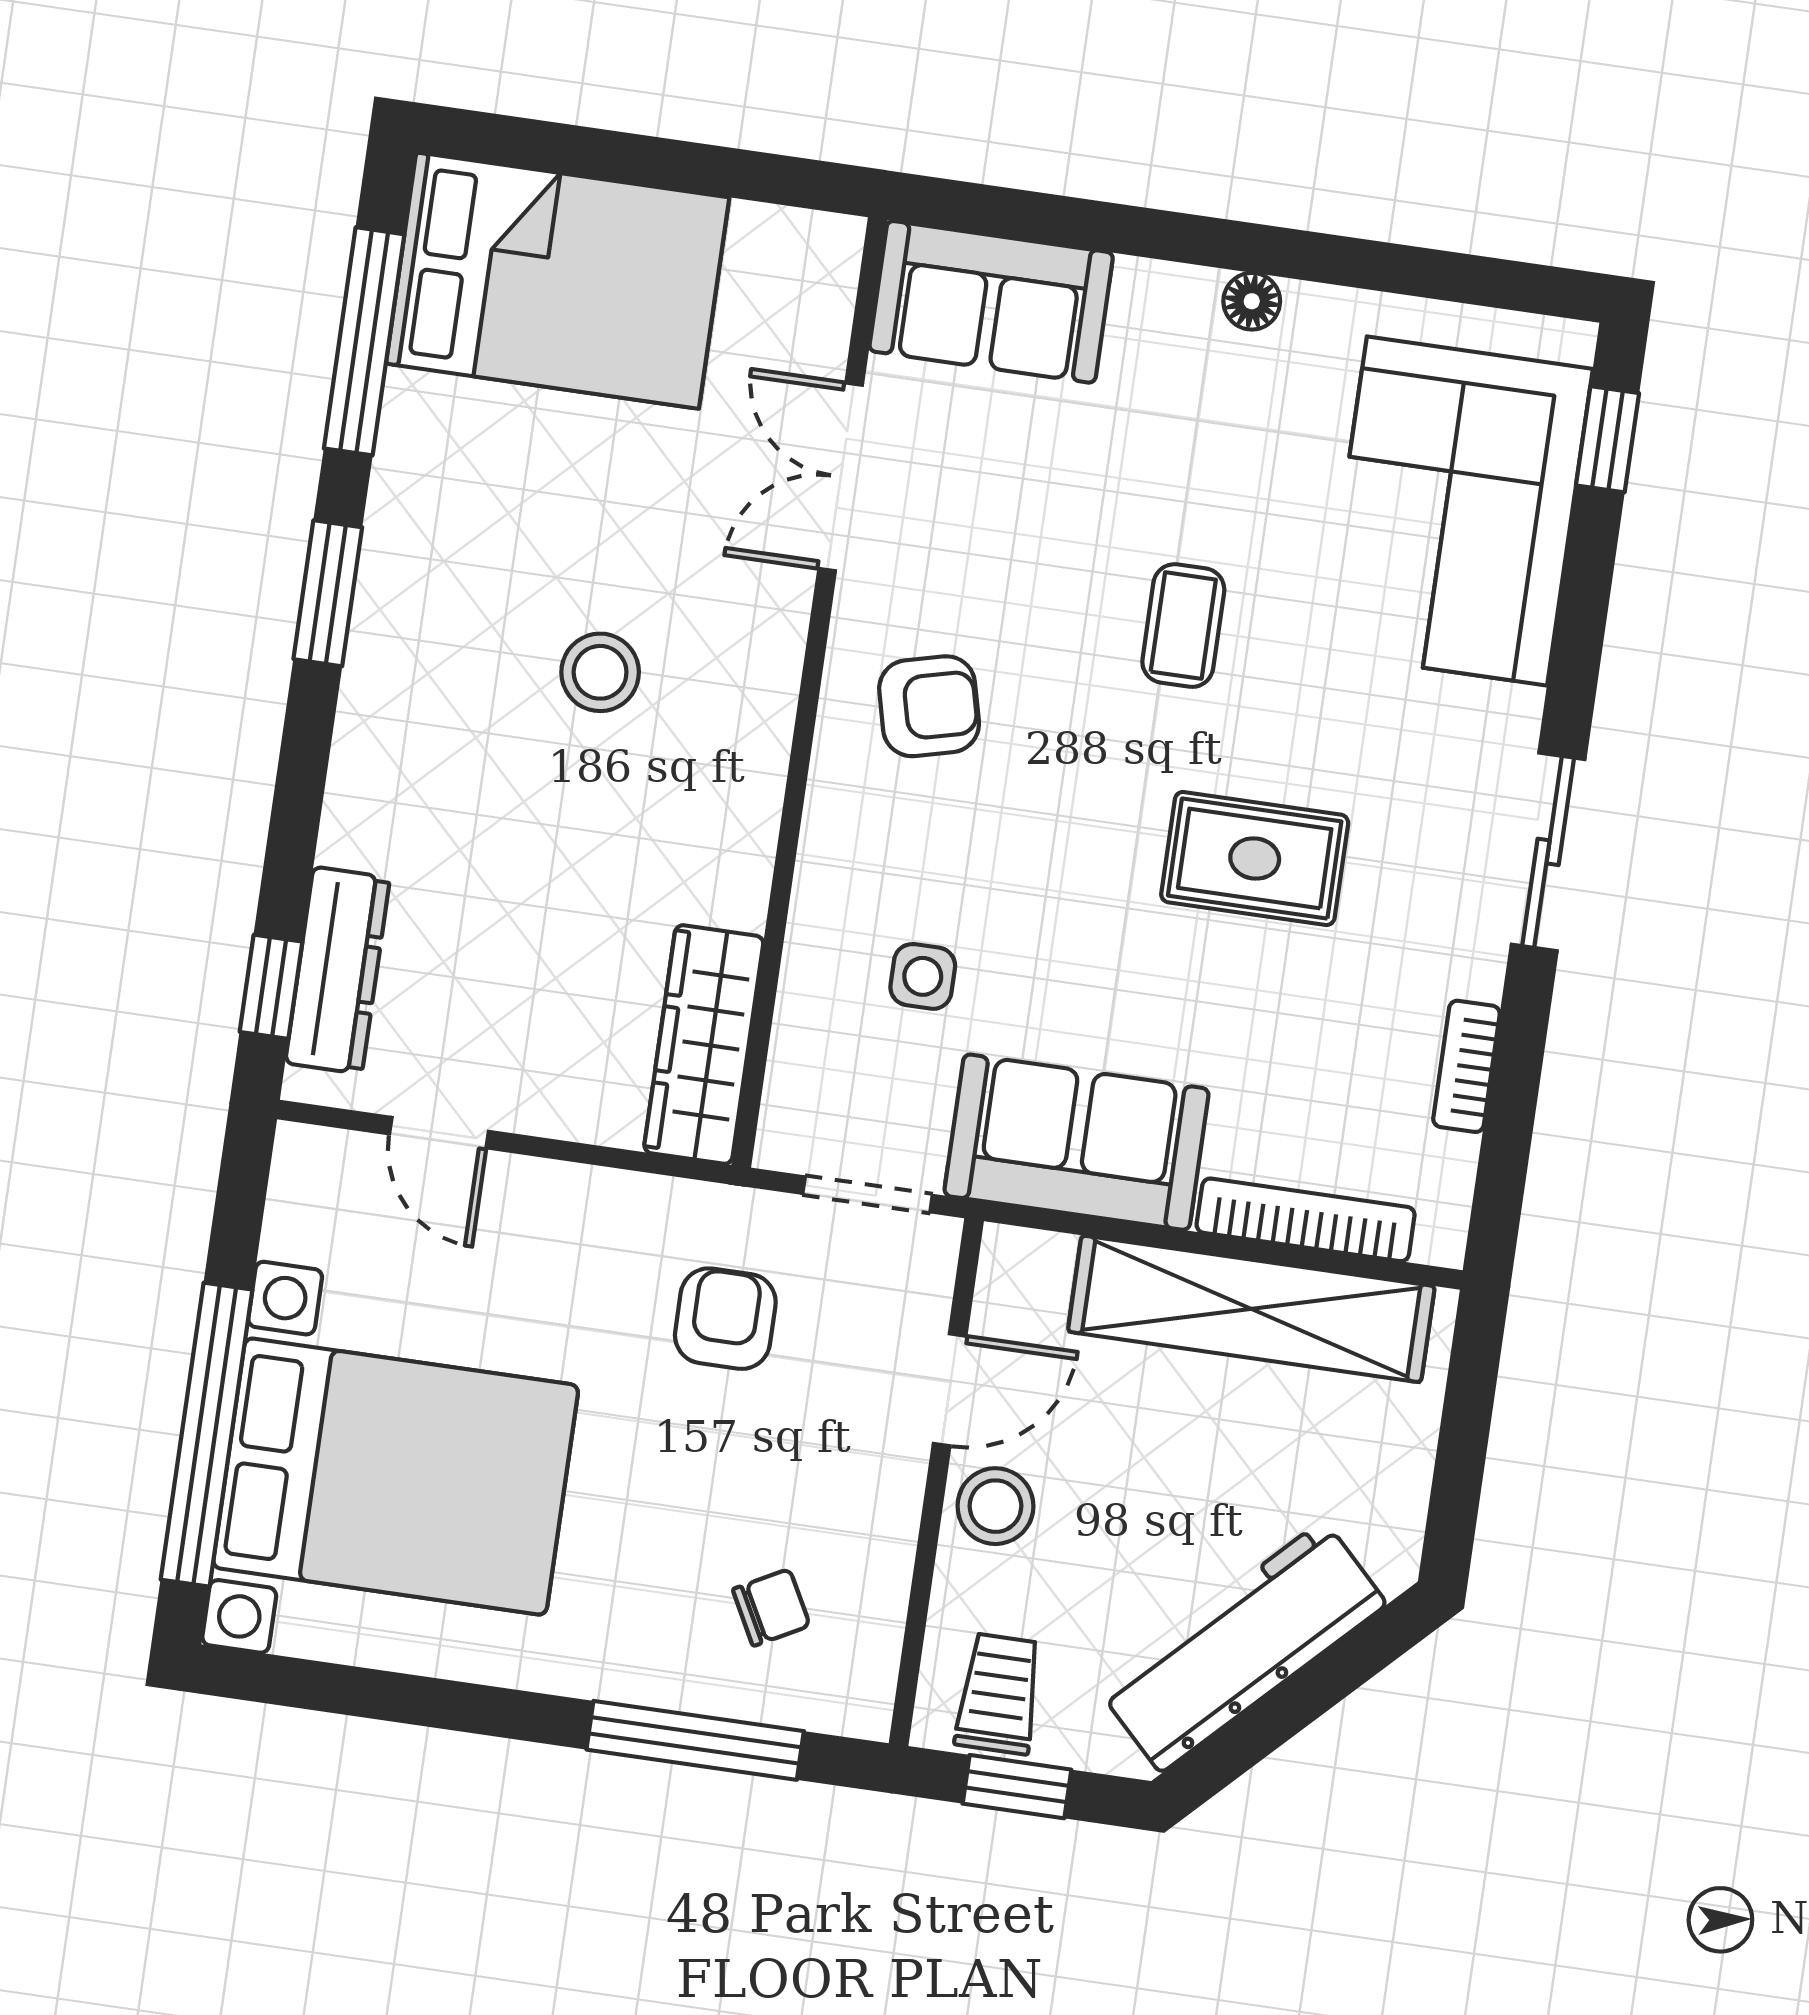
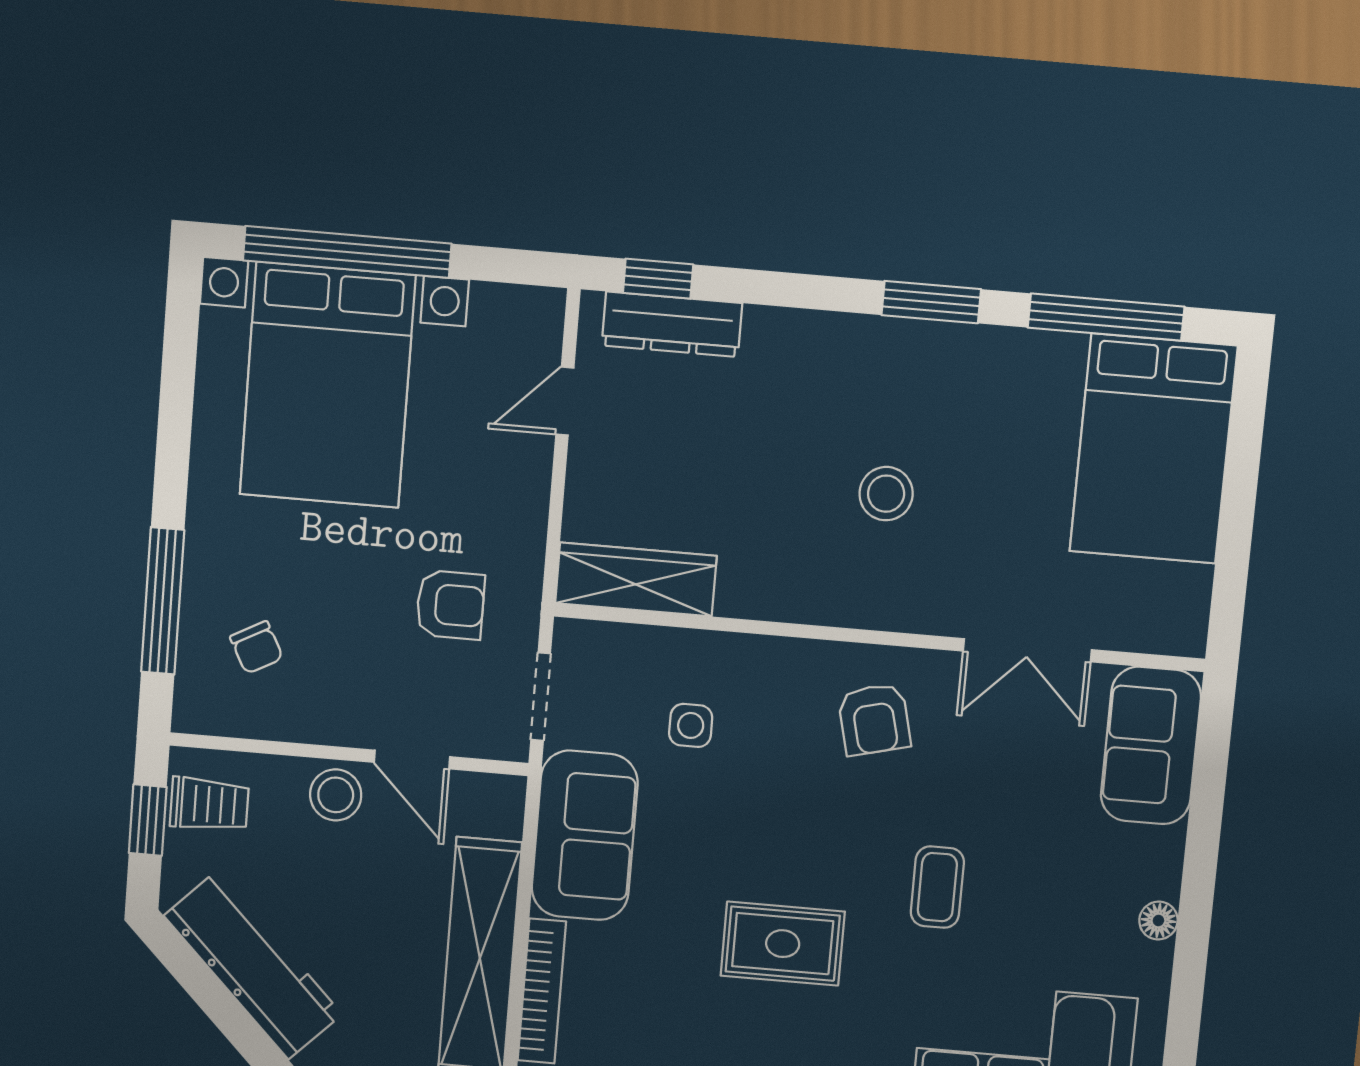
double door: (841, 477) -> (1027, 650), swing flipped
coffee table: (1183, 626) -> (937, 887), turned 90
rug: (1255, 859) -> (783, 944), turned 90

